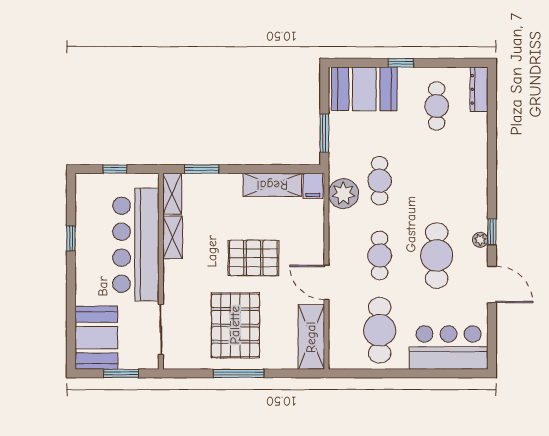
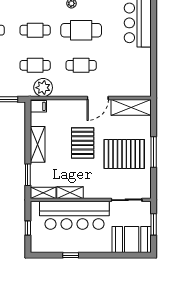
shelving: (272, 185) -> (38, 144), moved
cafe table: (380, 330) -> (35, 30), moved, width x0.73, depth x0.74

